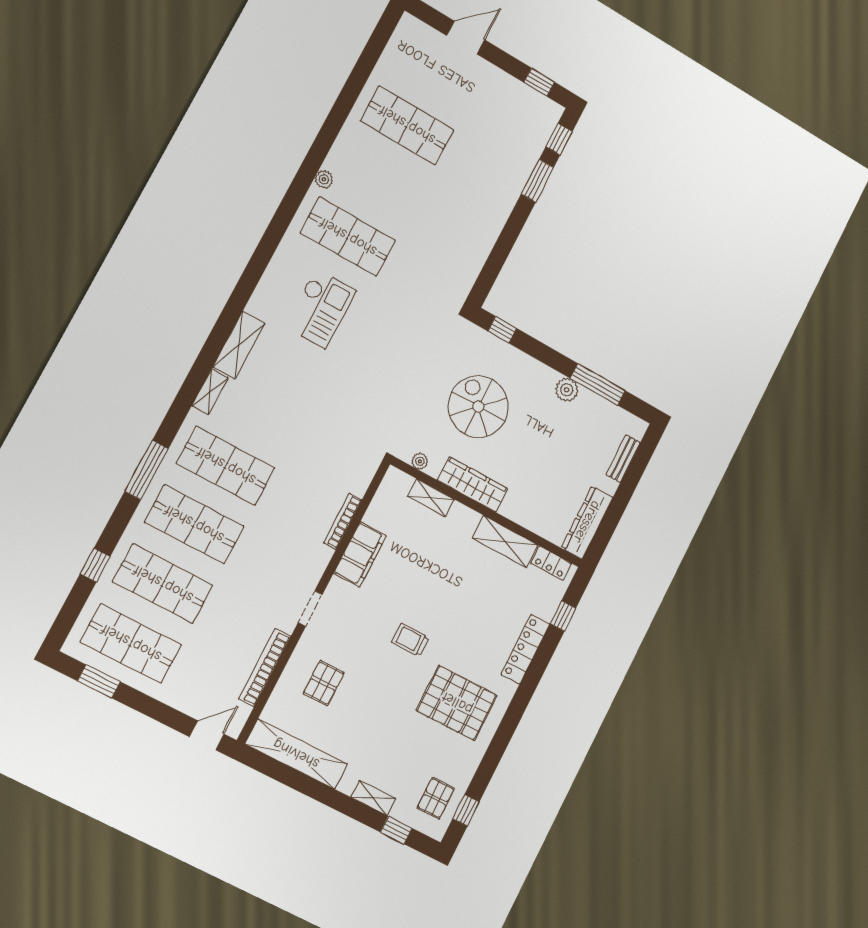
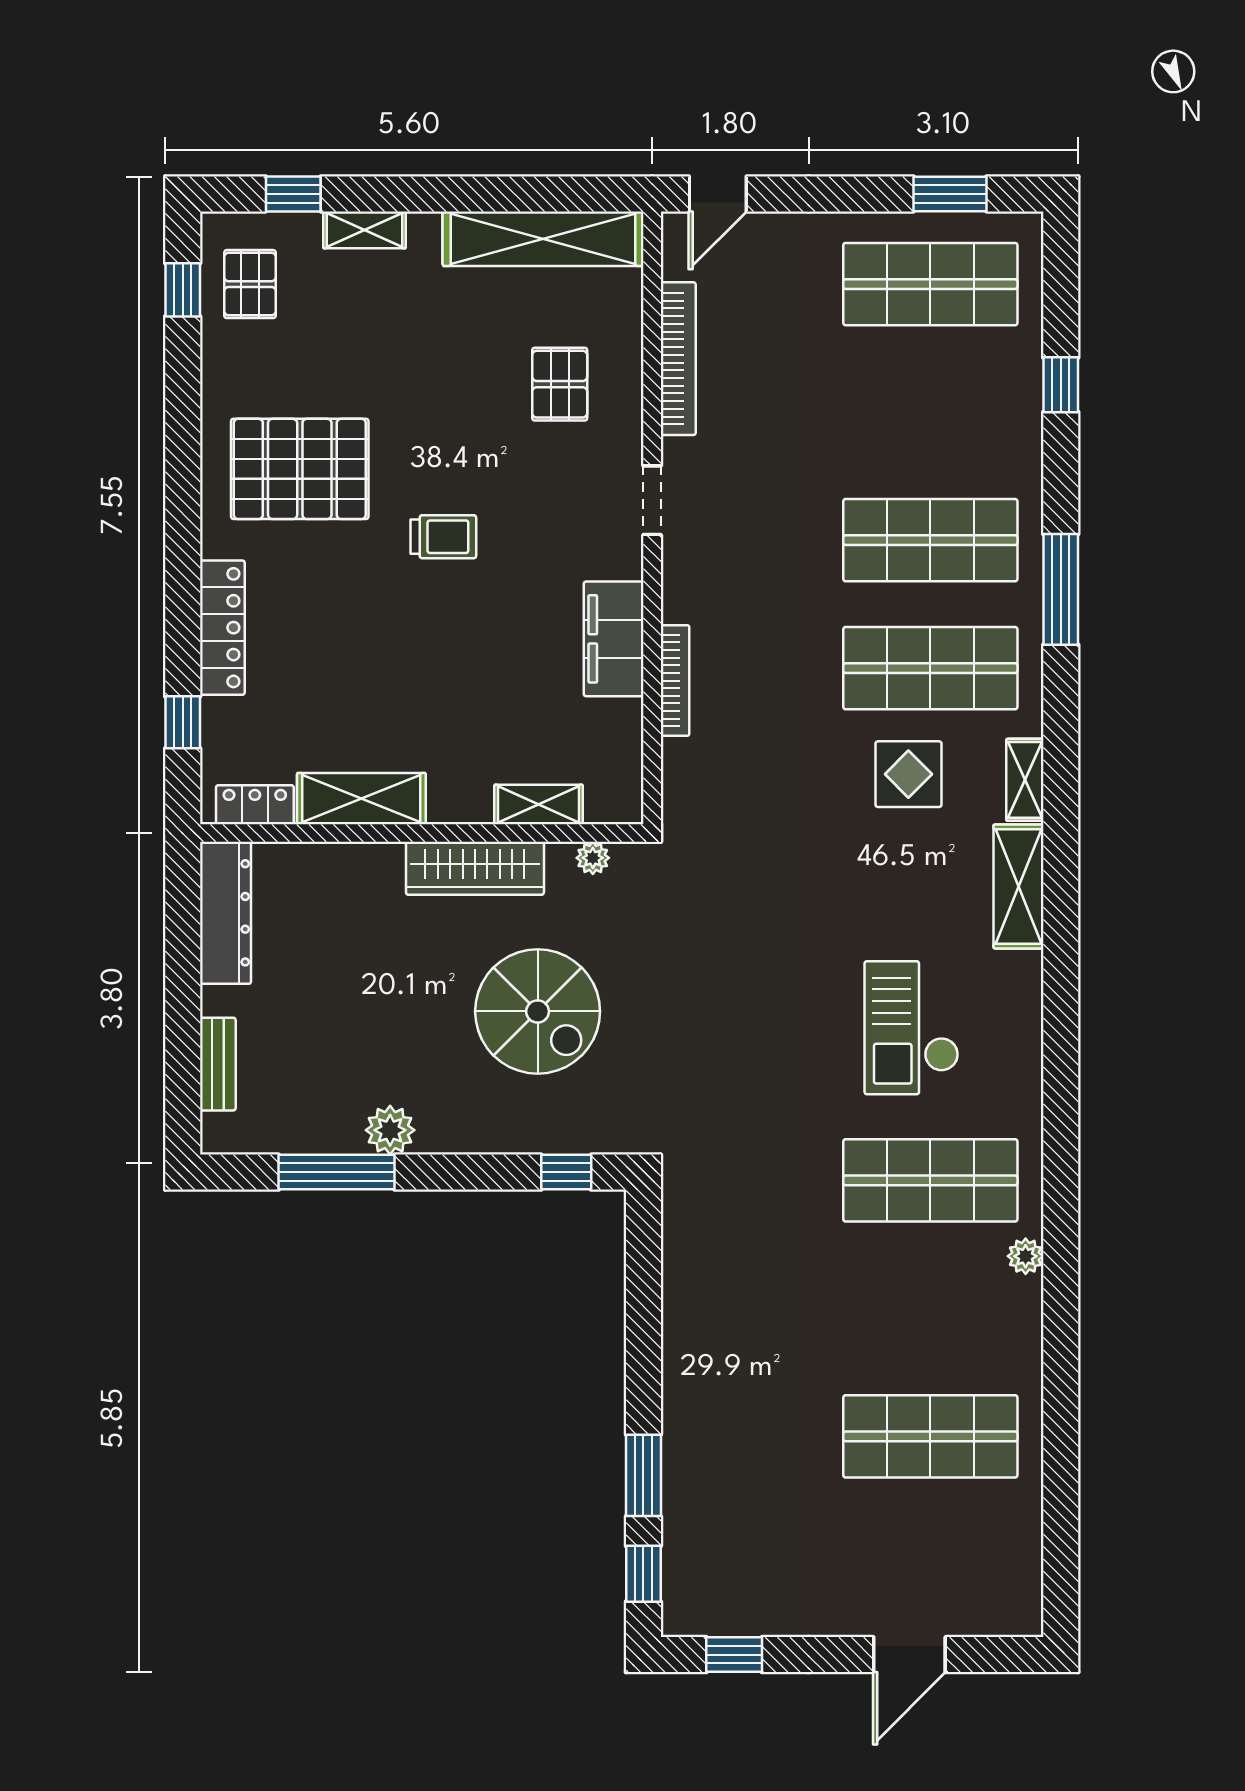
display table: (261, 423) -> (908, 774), added
shop shelf: (163, 584) -> (930, 412), removed

